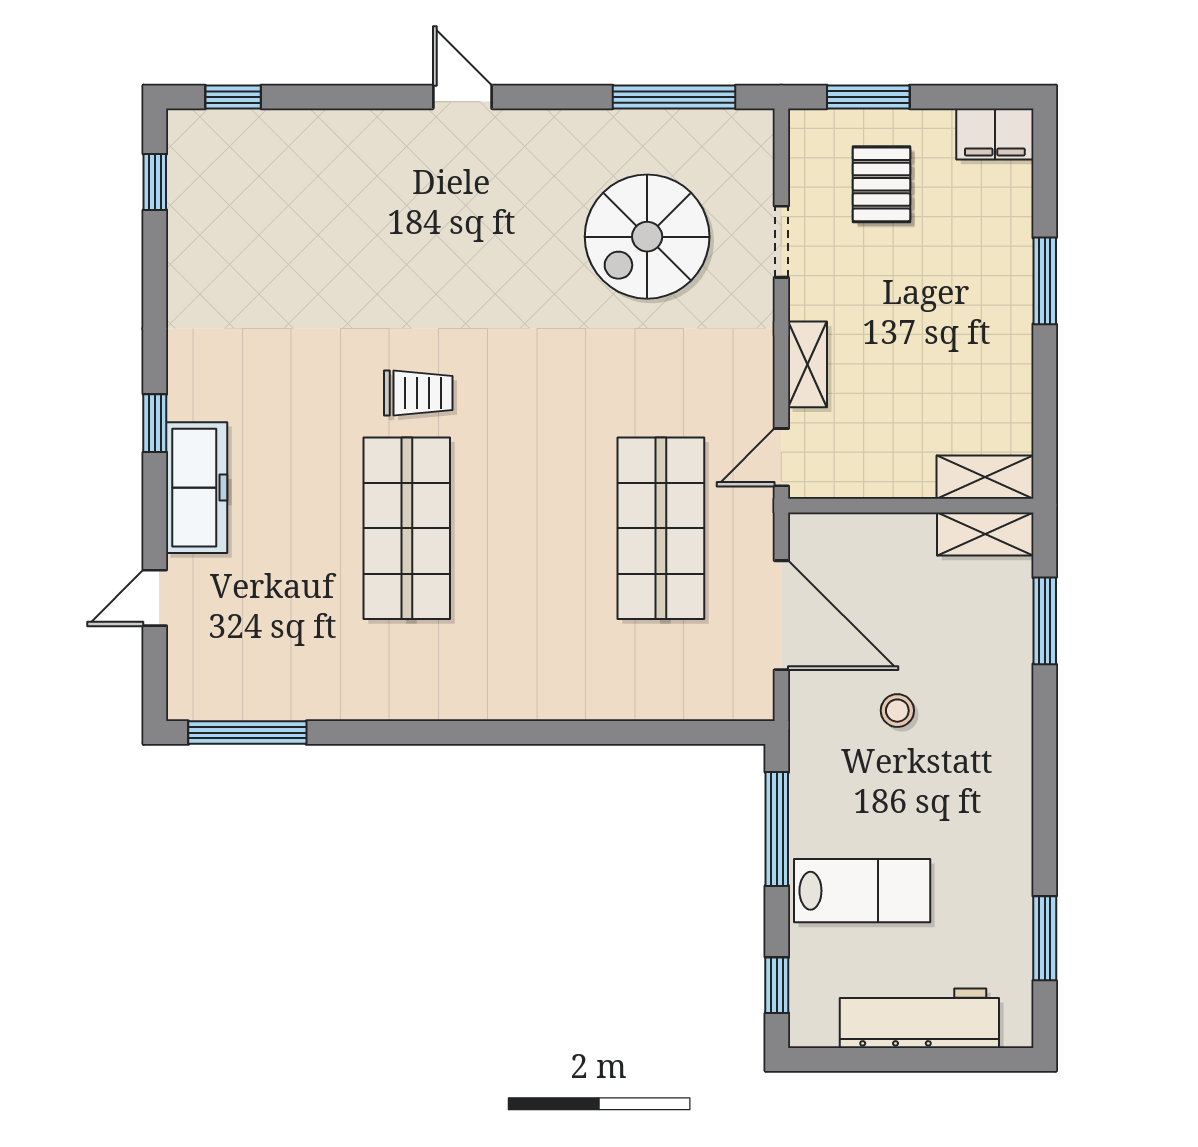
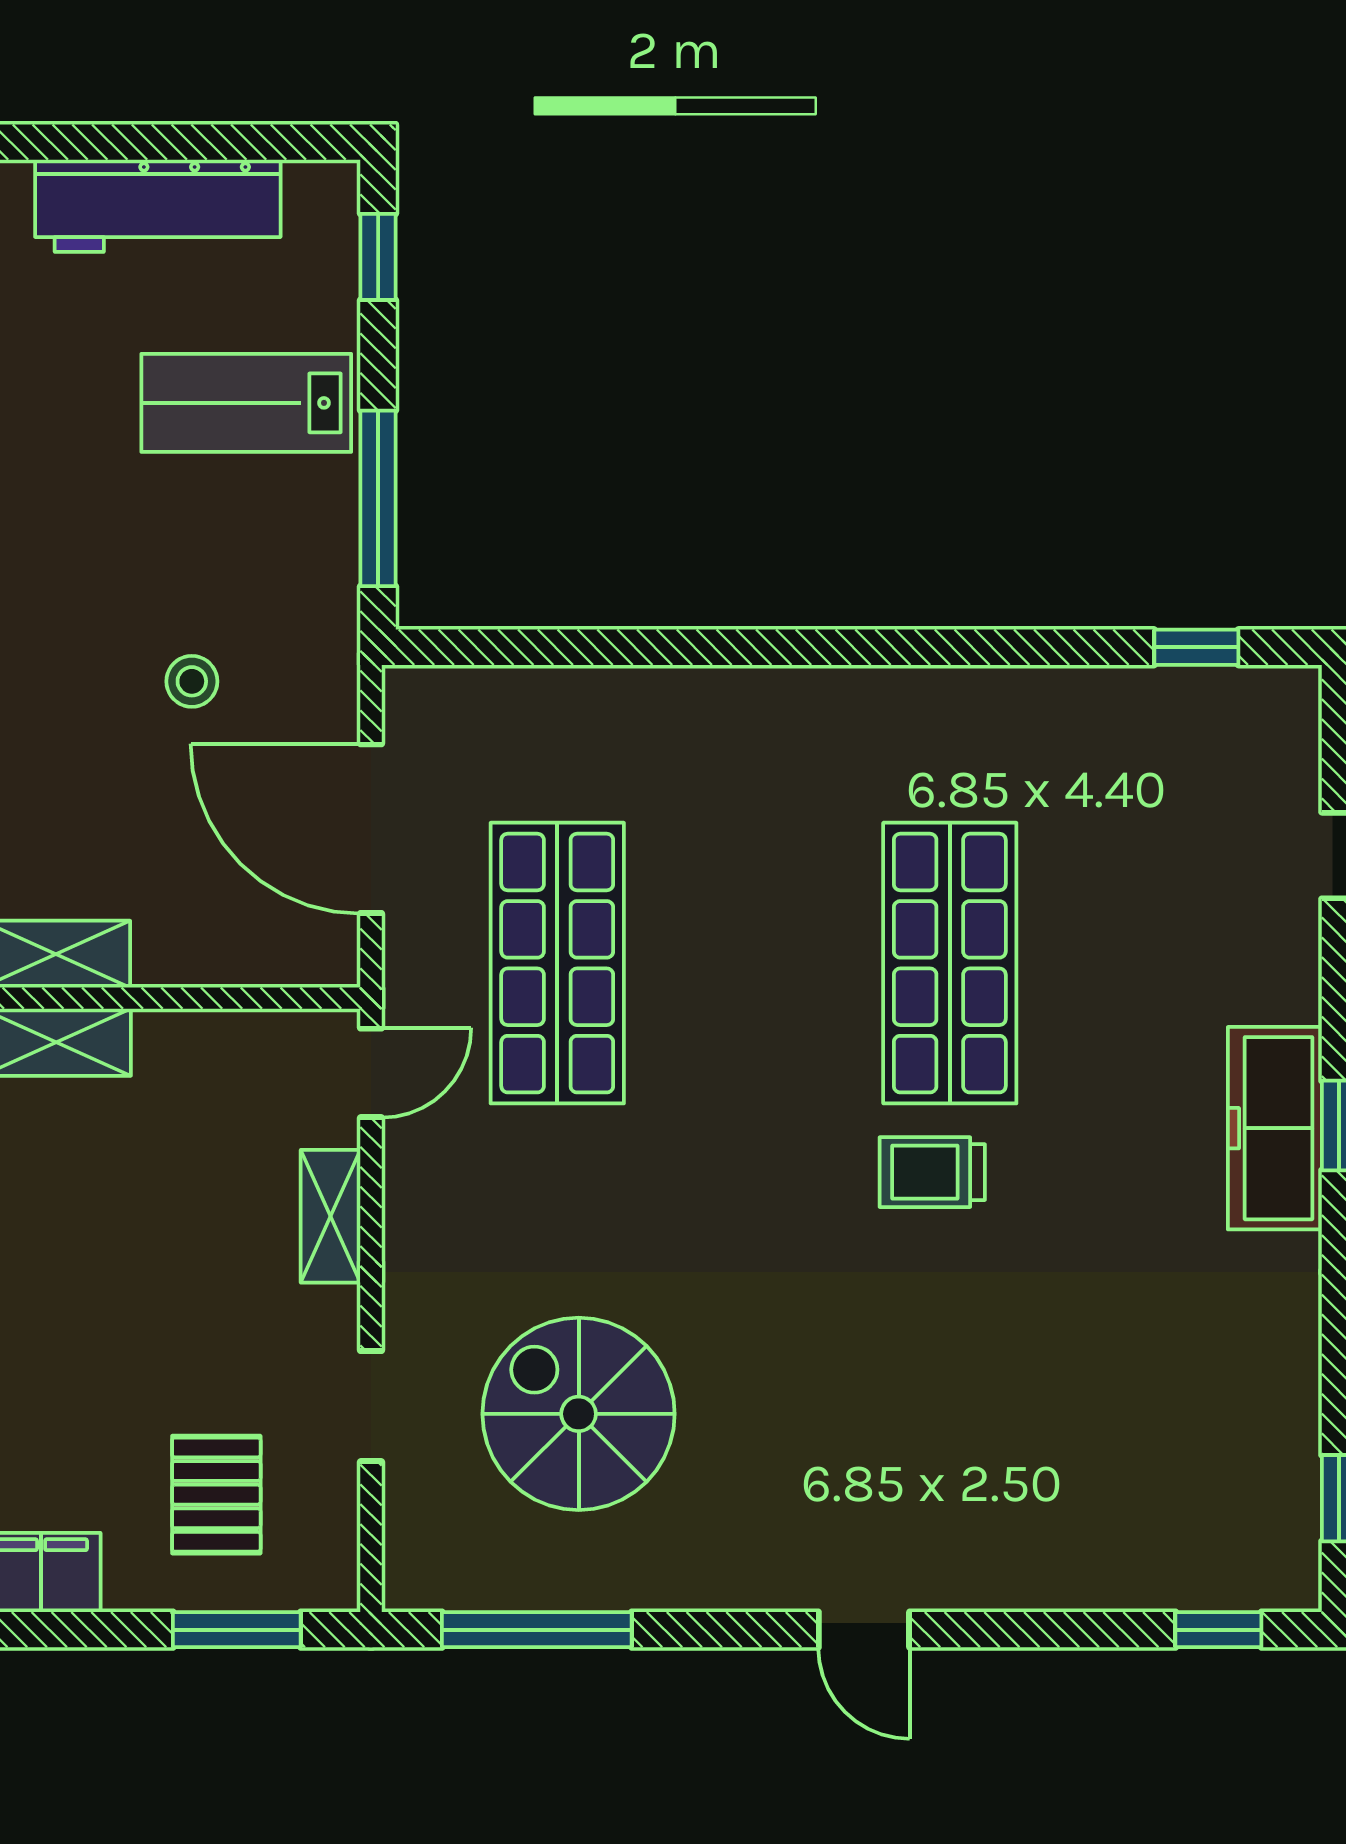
spiral stairs: (647, 237) -> (579, 1414), turned -90
freezer: (197, 488) -> (1275, 1128), moved
window: (247, 733) -> (1196, 647), width x0.46

